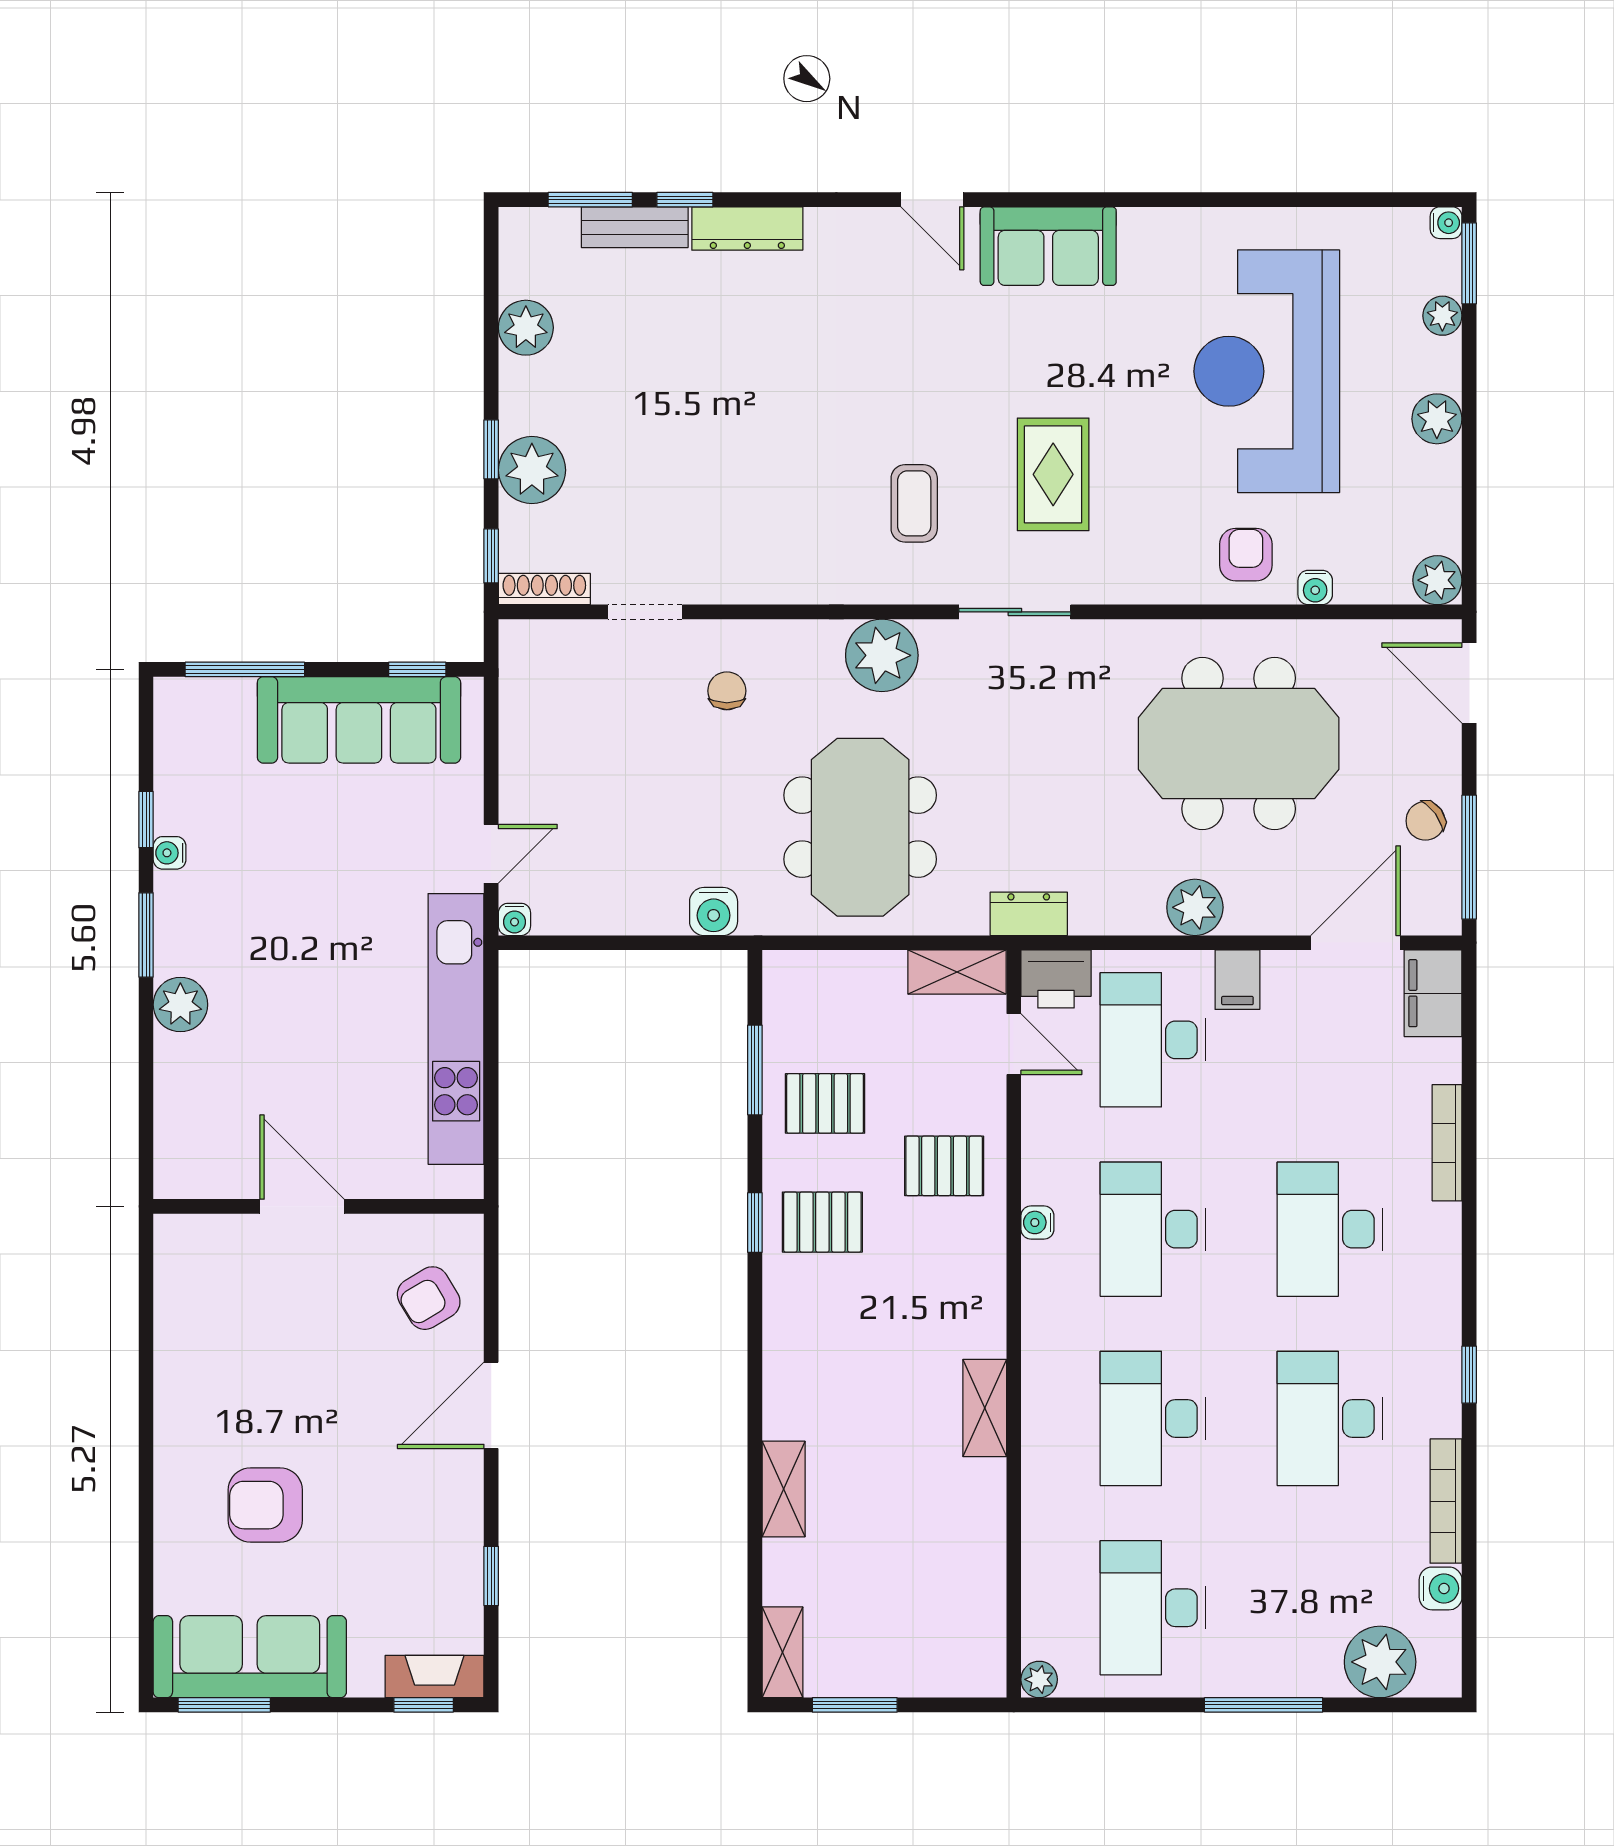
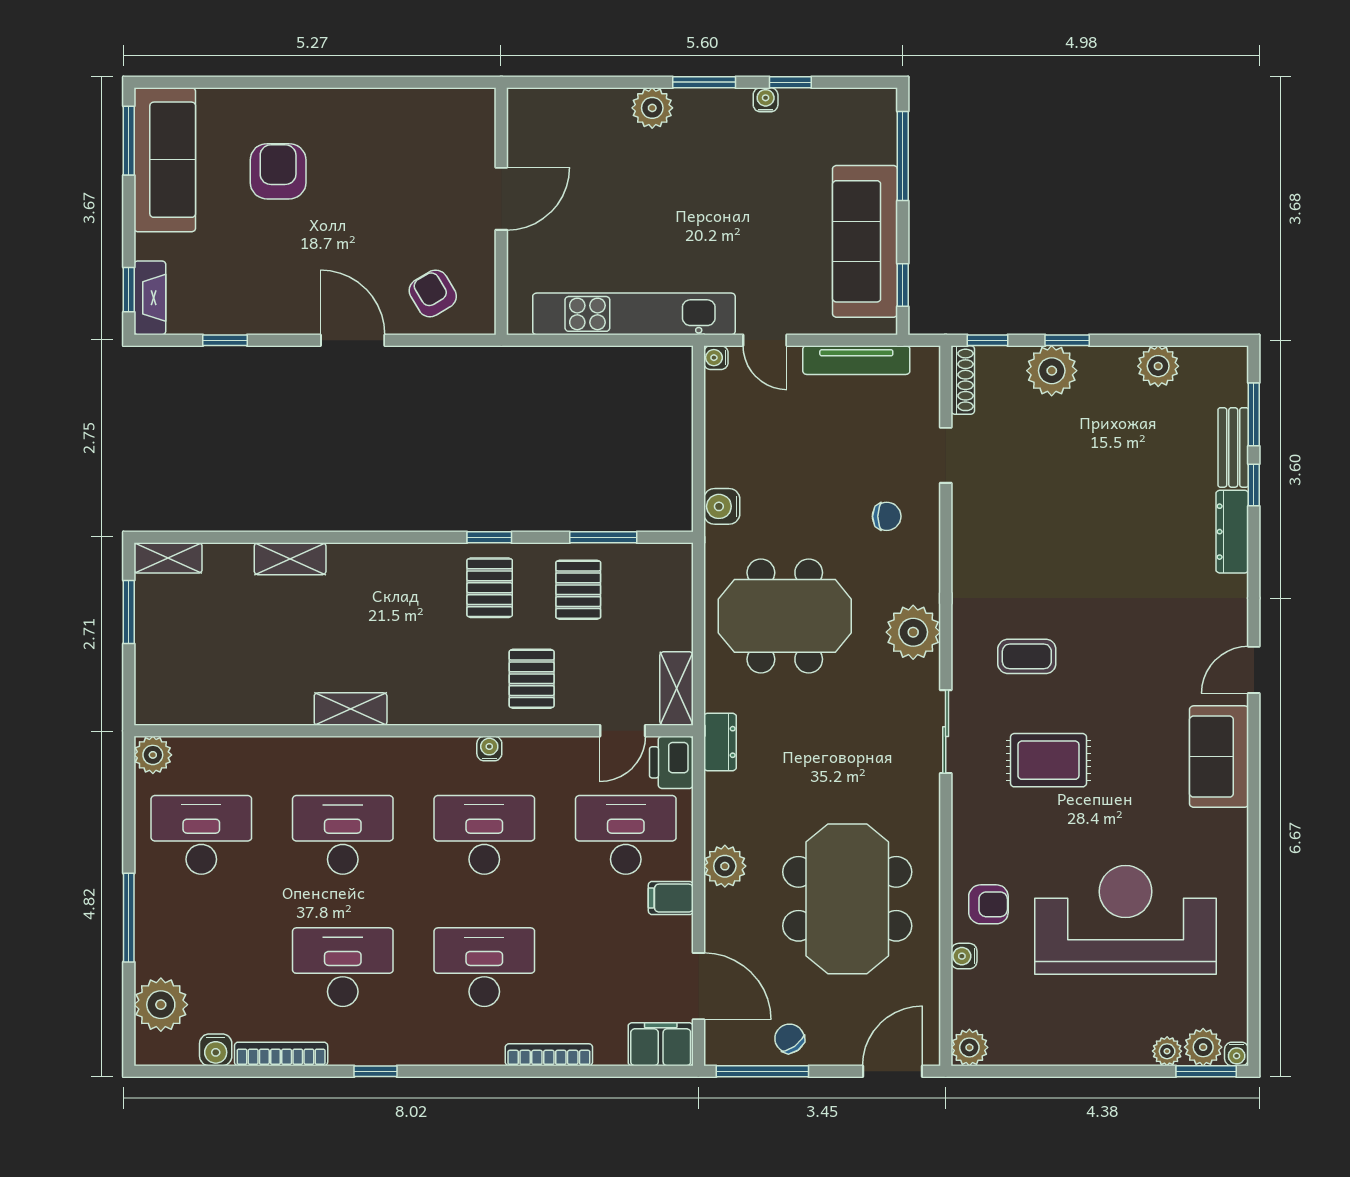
plant: (1437, 419) -> (1203, 1047), moved
tv unit: (518, 731) -> (856, 360), added
plant: (1039, 1679) -> (153, 755), width x1.38, depth x1.38

